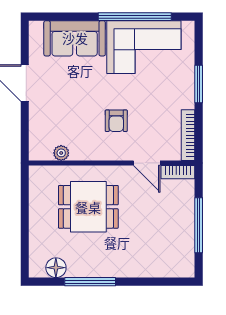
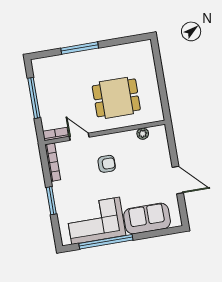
armchair: (116, 121) -> (107, 164), turned 90
floor lamp: (56, 268) -> (132, 50), removed
window: (90, 282) -> (80, 48), moved

